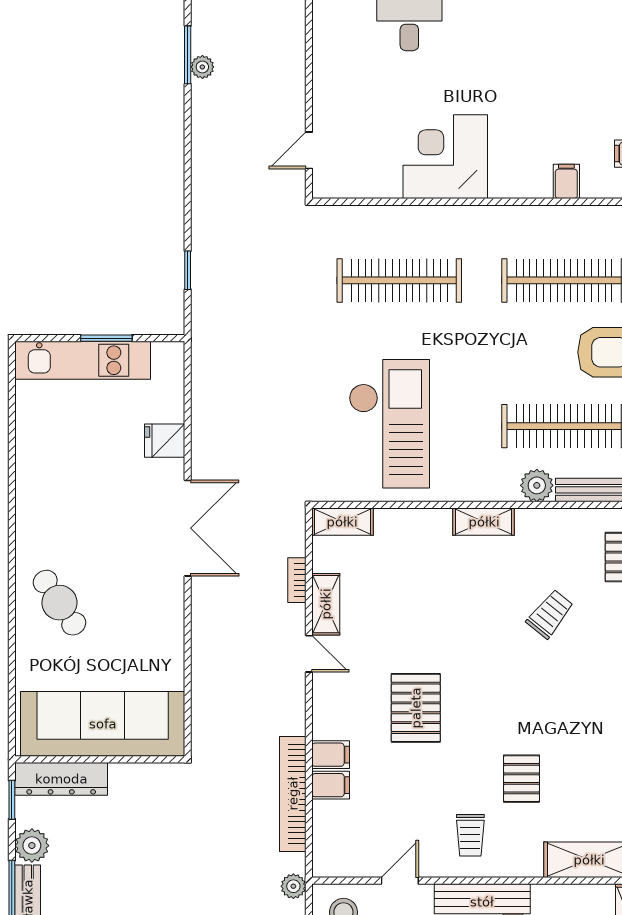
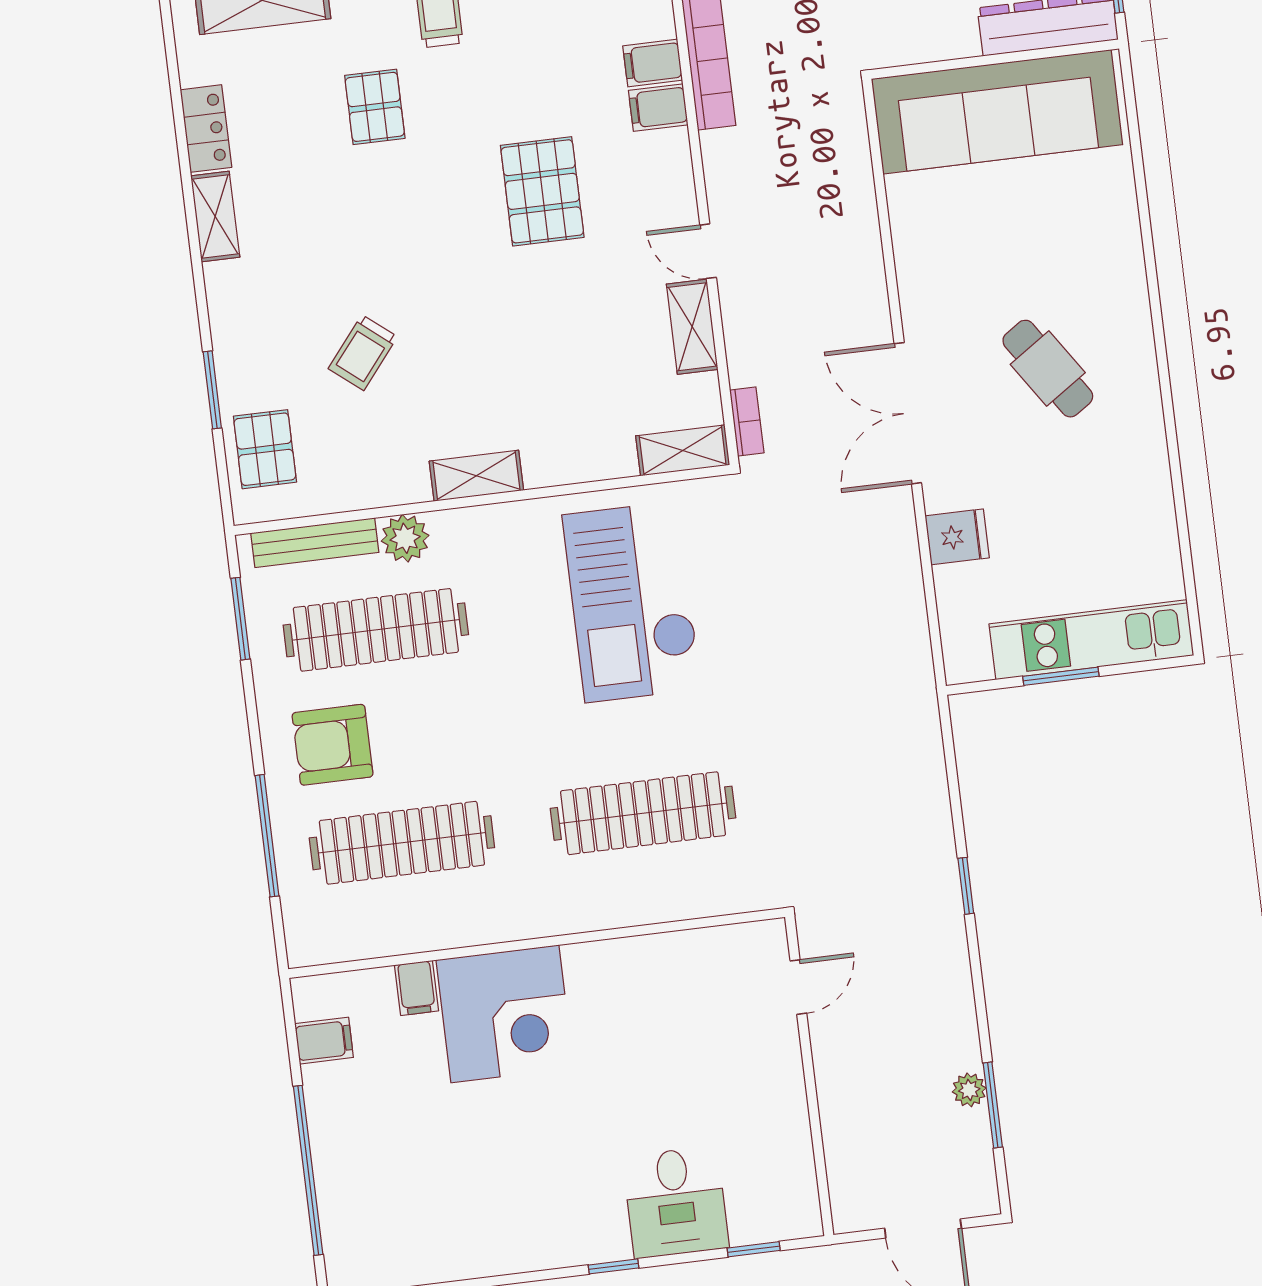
corner desk: (445, 157) -> (505, 1014), moved
window: (188, 270) -> (966, 886), moved
bookcase: (297, 580) -> (747, 421), moved
cafe table: (59, 603) -> (1048, 369), moved

